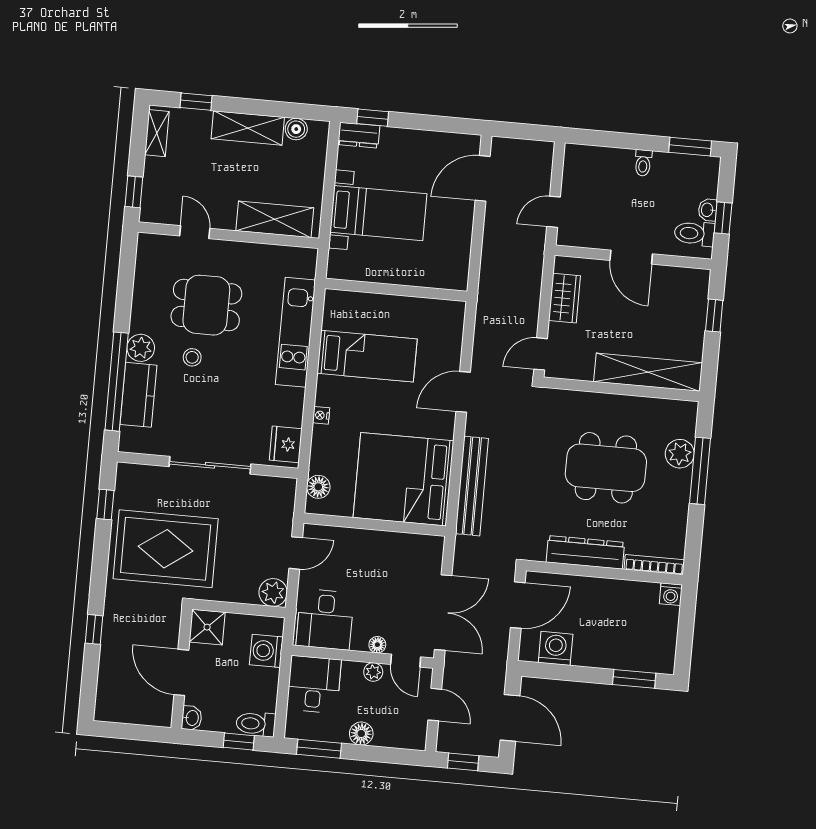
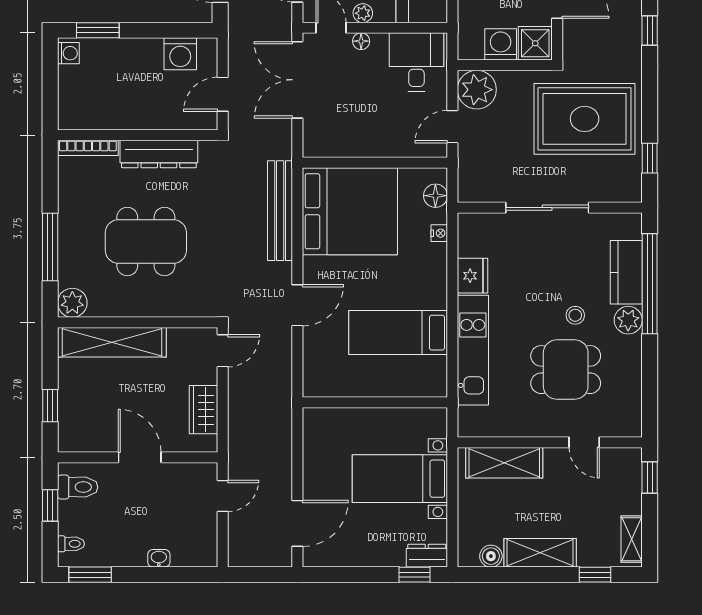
toilet: (643, 163) -> (71, 544), moved, turned 90
washbasin: (708, 210) -> (159, 558), moved, turned -90
nightstand: (321, 415) -> (439, 233), moved
fridge: (286, 444) -> (472, 276), moved
plant: (680, 454) -> (72, 303), moved
plant: (273, 592) -> (477, 90), width x1.36, depth x1.36
washing machine: (671, 594) -> (68, 53), moved, turned 90
door: (518, 605) -> (223, 94), width x0.73
washing machine: (266, 651) -> (501, 44), moved, turned -90

